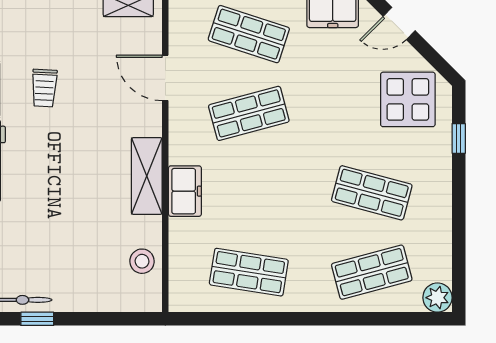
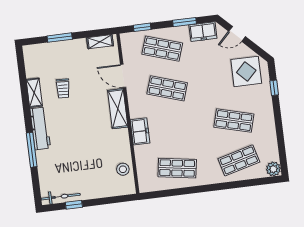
shop shelf: (249, 113) -> (167, 88), turned 33
shelving: (147, 176) -> (118, 109), moved

